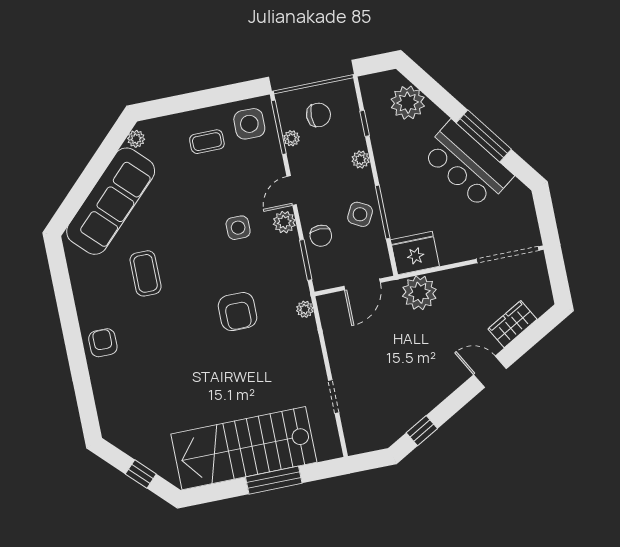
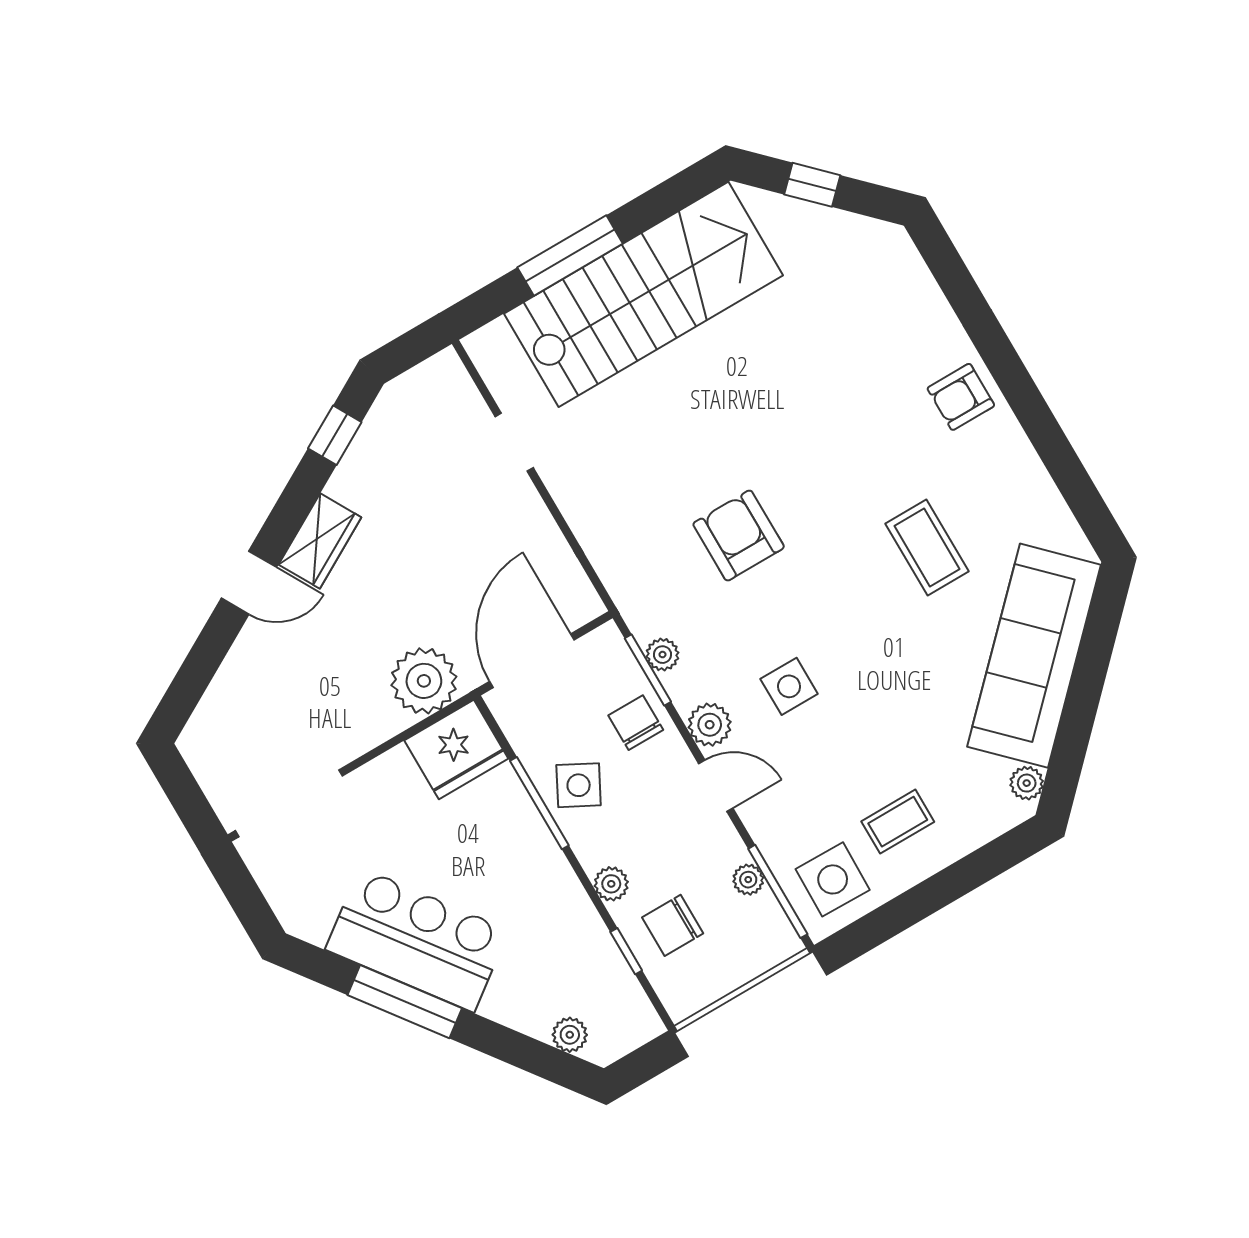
plant: (408, 103) -> (570, 1035), width x0.53, depth x0.53
chair: (318, 115) -> (673, 925), moved
door: (292, 191) -> (716, 786), hinge flipped
door: (362, 284) -> (532, 661), width x1.36
plant: (305, 309) -> (663, 655), moved
wardrobe: (512, 324) -> (320, 541), moved
armchair: (103, 343) -> (961, 397), turned 90

